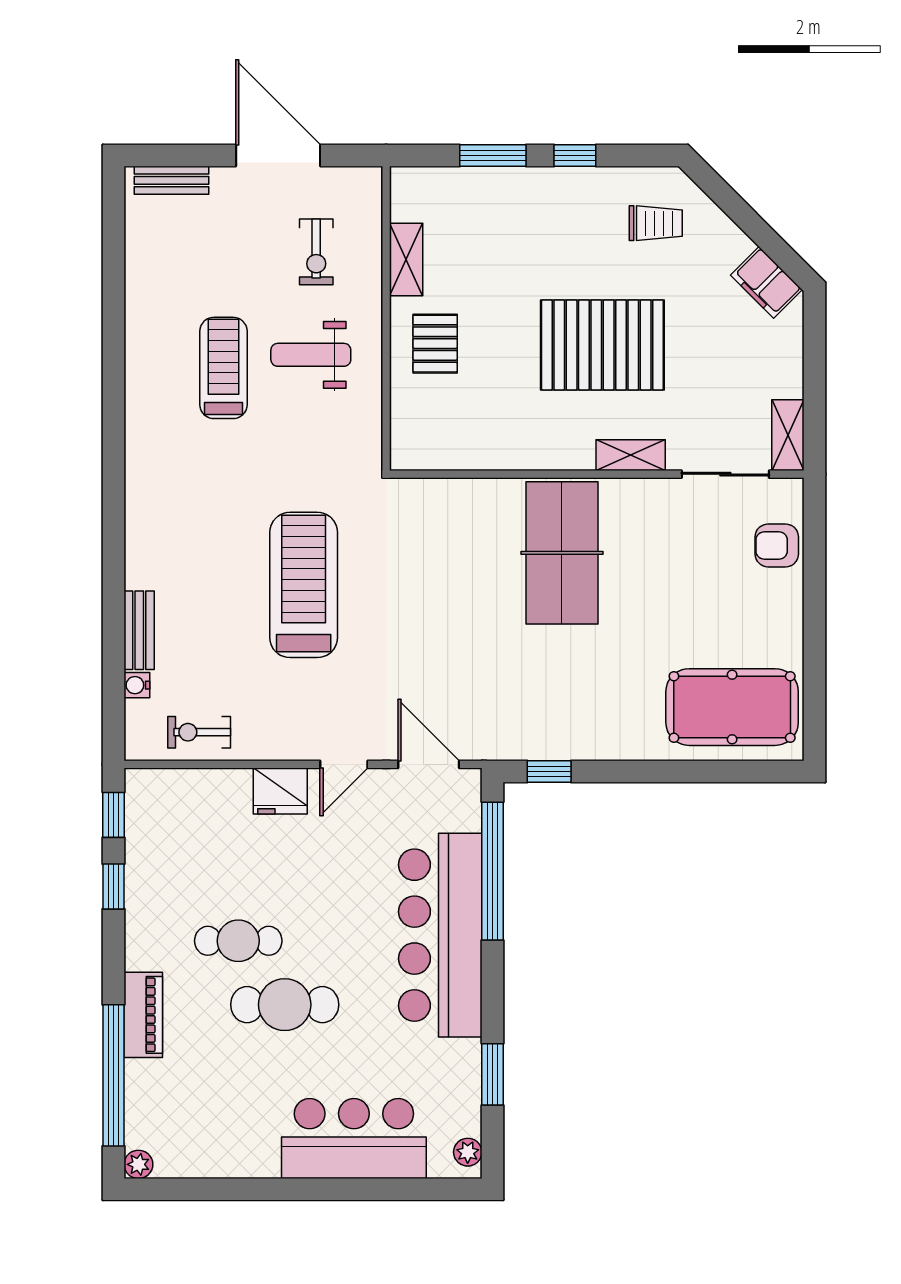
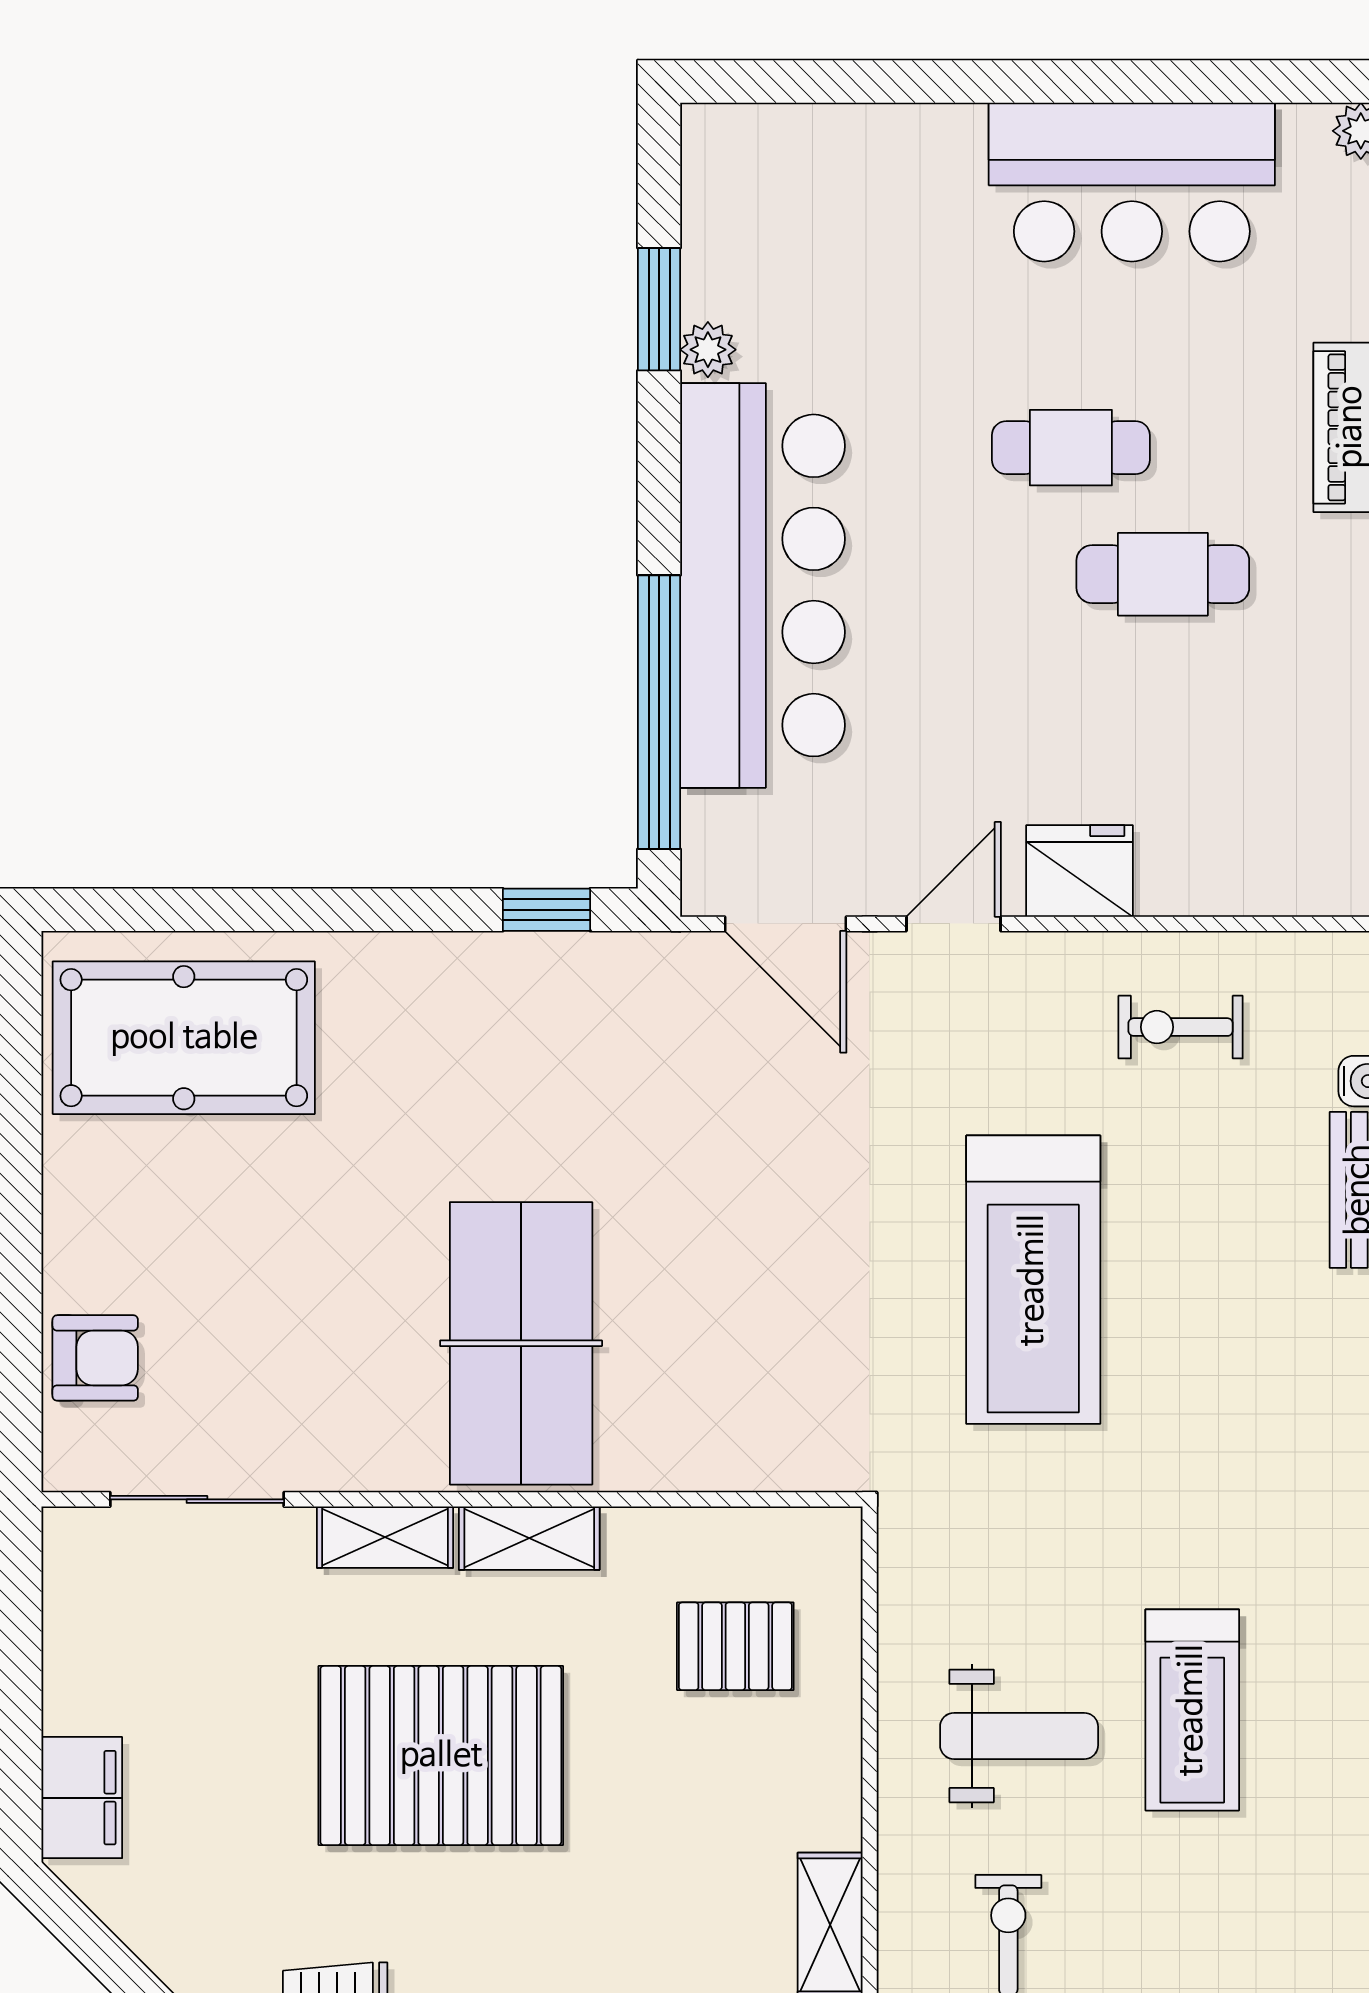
filing cabinet: (766, 282) -> (82, 1798), moved, turned 45
pallet: (435, 344) -> (735, 1646), moved, turned 90
shelving: (788, 435) -> (529, 1538), moved, turned 90
exercise bike: (199, 732) -> (1181, 1027), moved, turned 180
cafe table: (285, 1005) -> (1071, 448), width x0.73, depth x0.74
bar counter: (354, 1139) -> (1132, 182), moved
plant: (468, 1152) -> (708, 350), moved

